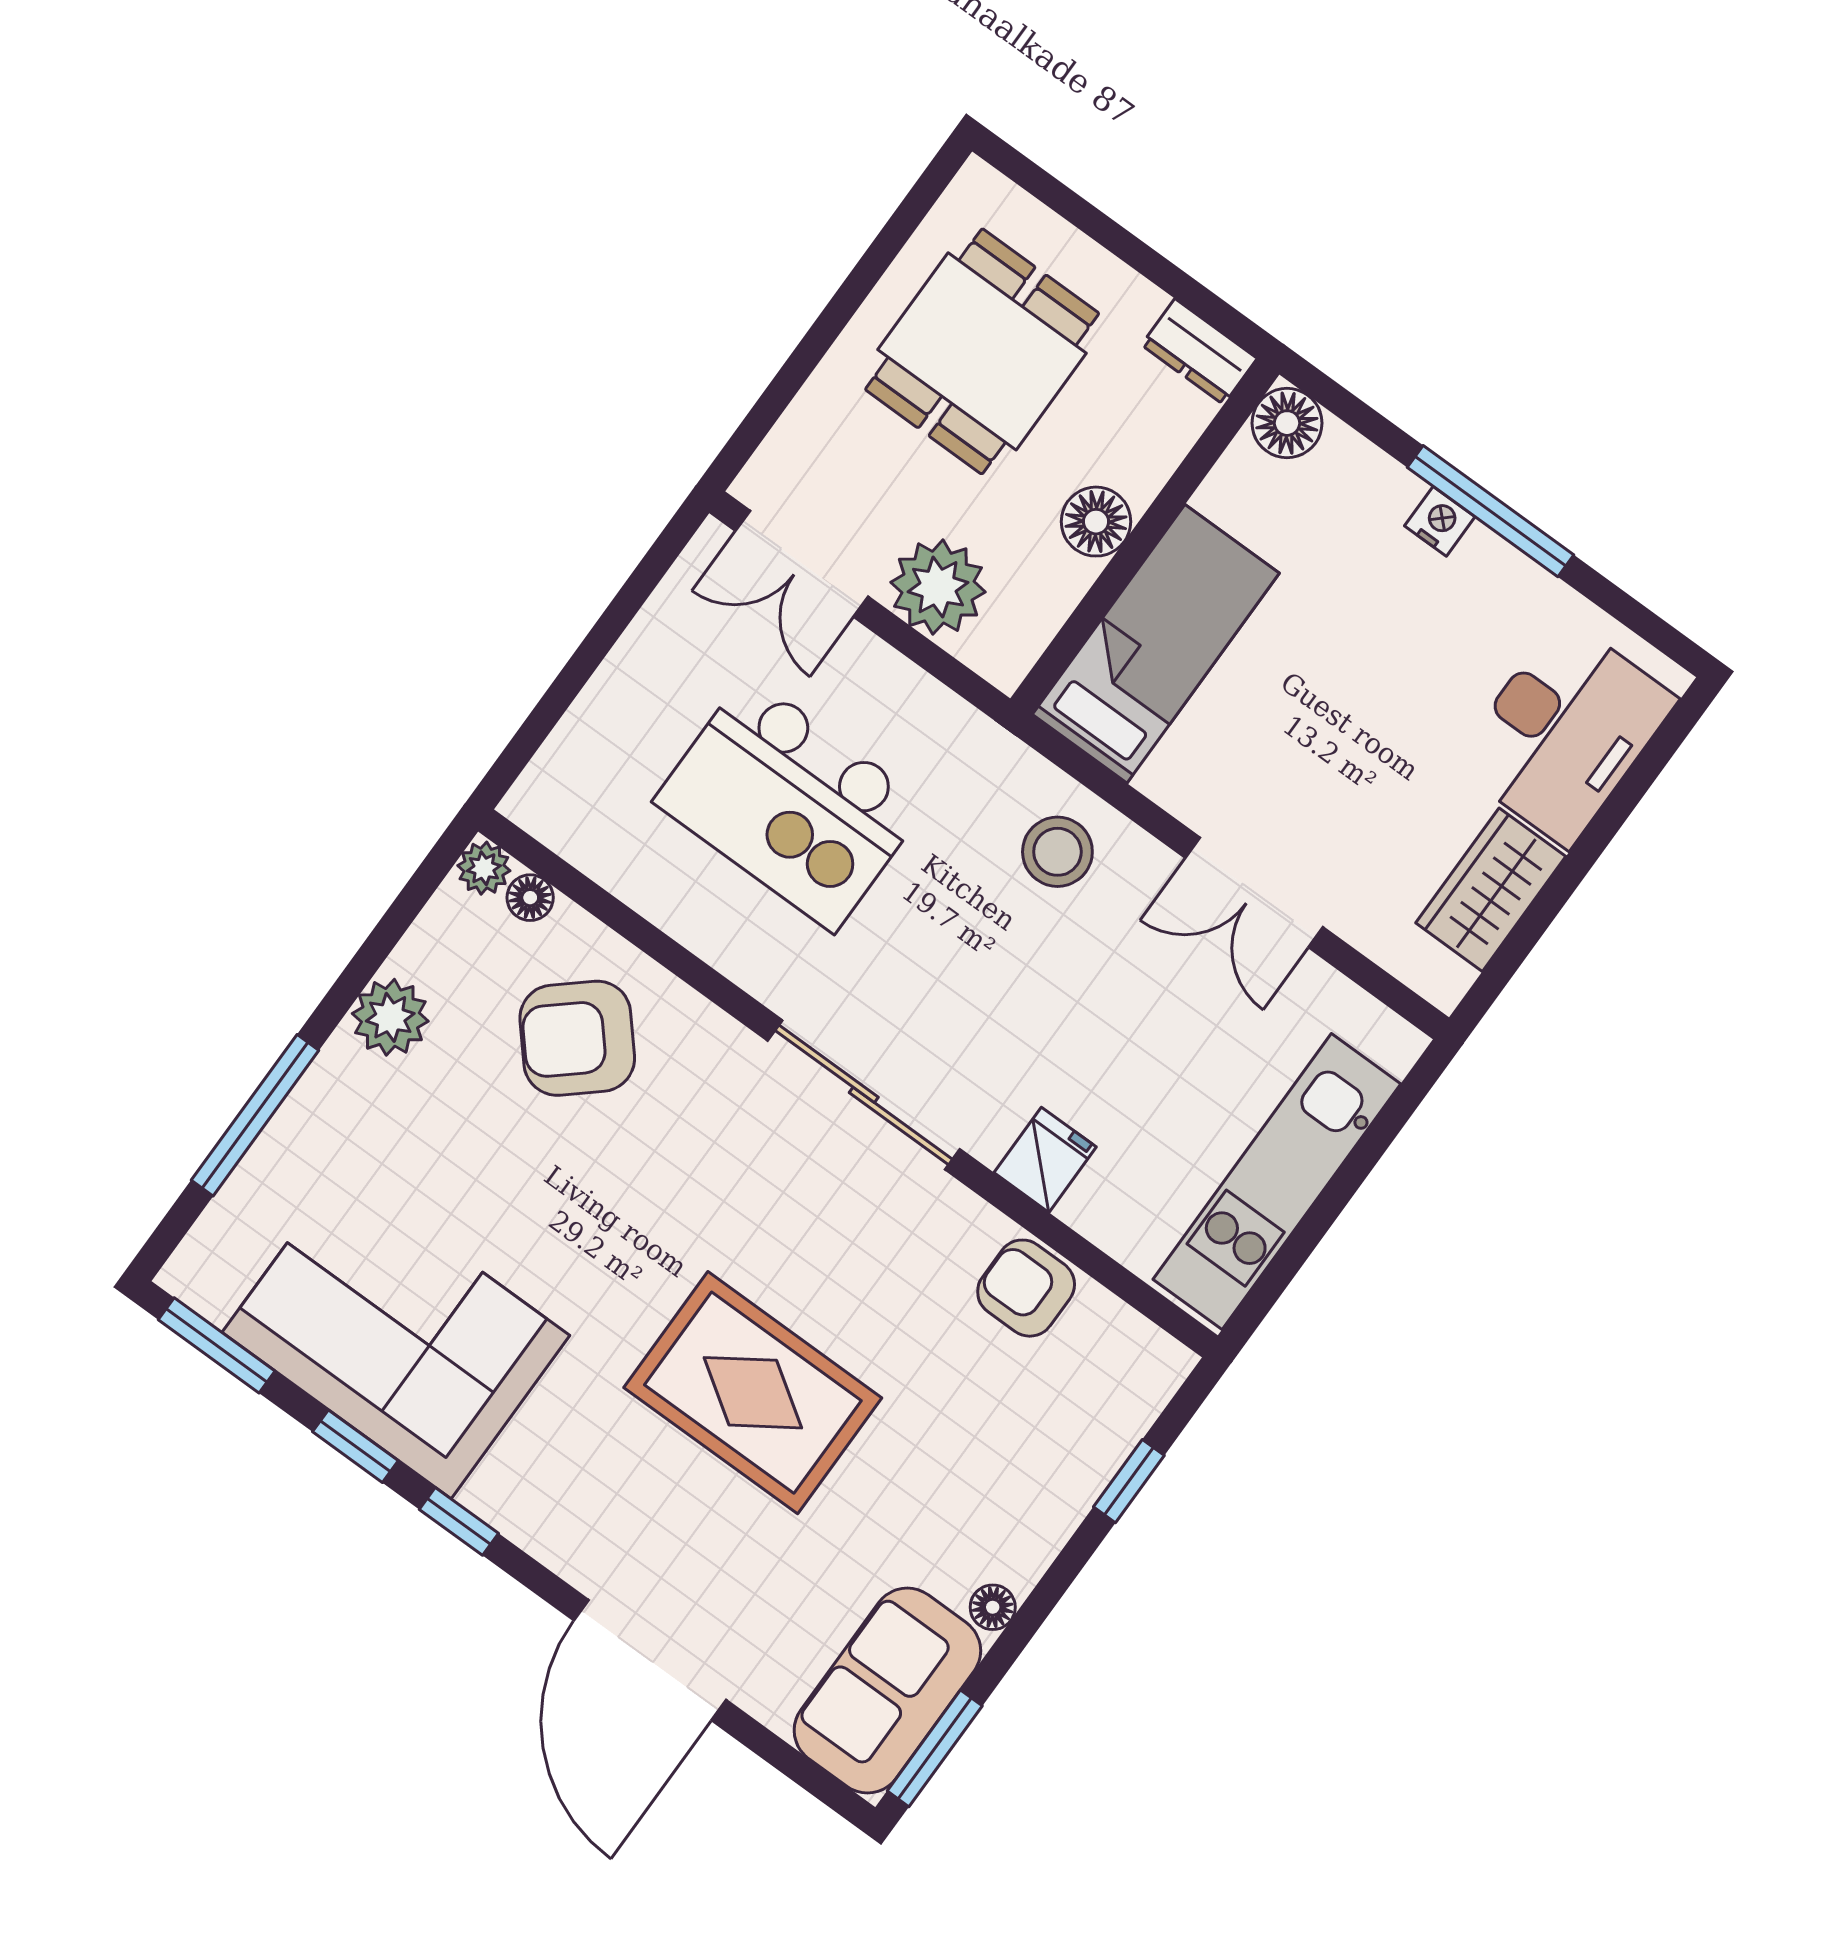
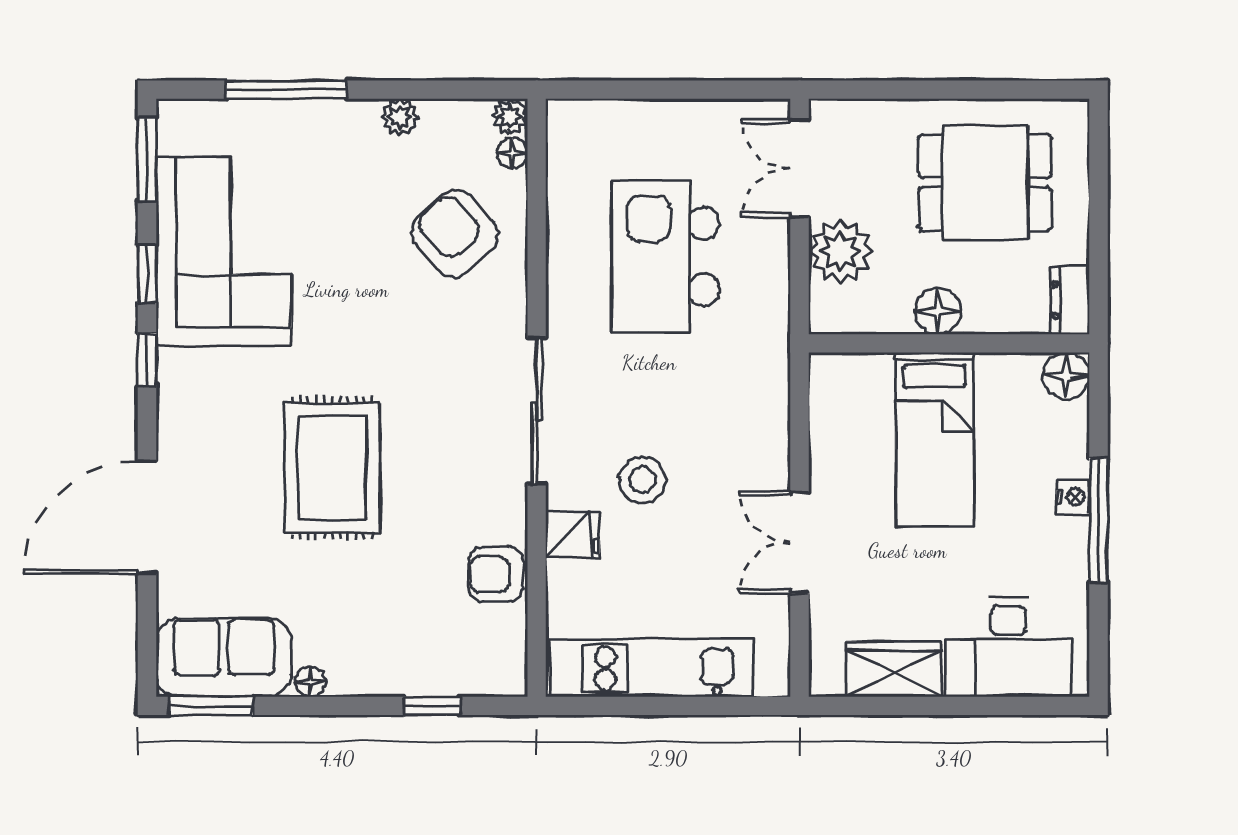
bed: (1156, 644) -> (935, 439), moved, turned 90
stool: (1057, 852) -> (642, 480), moved
plant: (390, 1017) -> (400, 117), width x0.73, depth x0.73
armchair: (1026, 1288) -> (496, 574), turned -90

